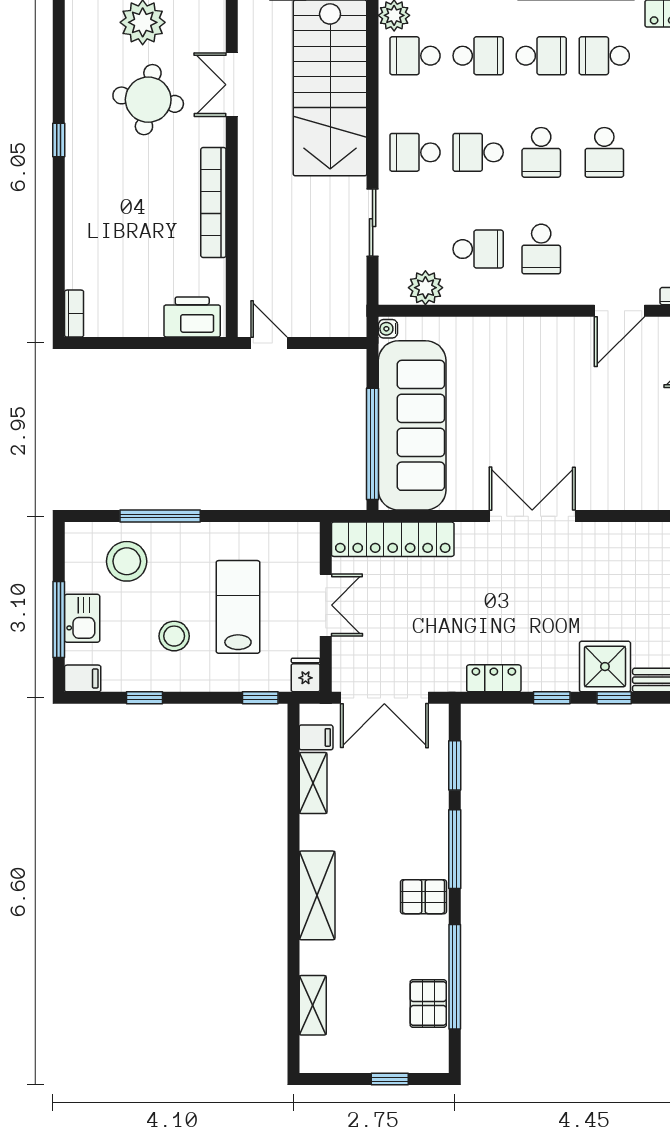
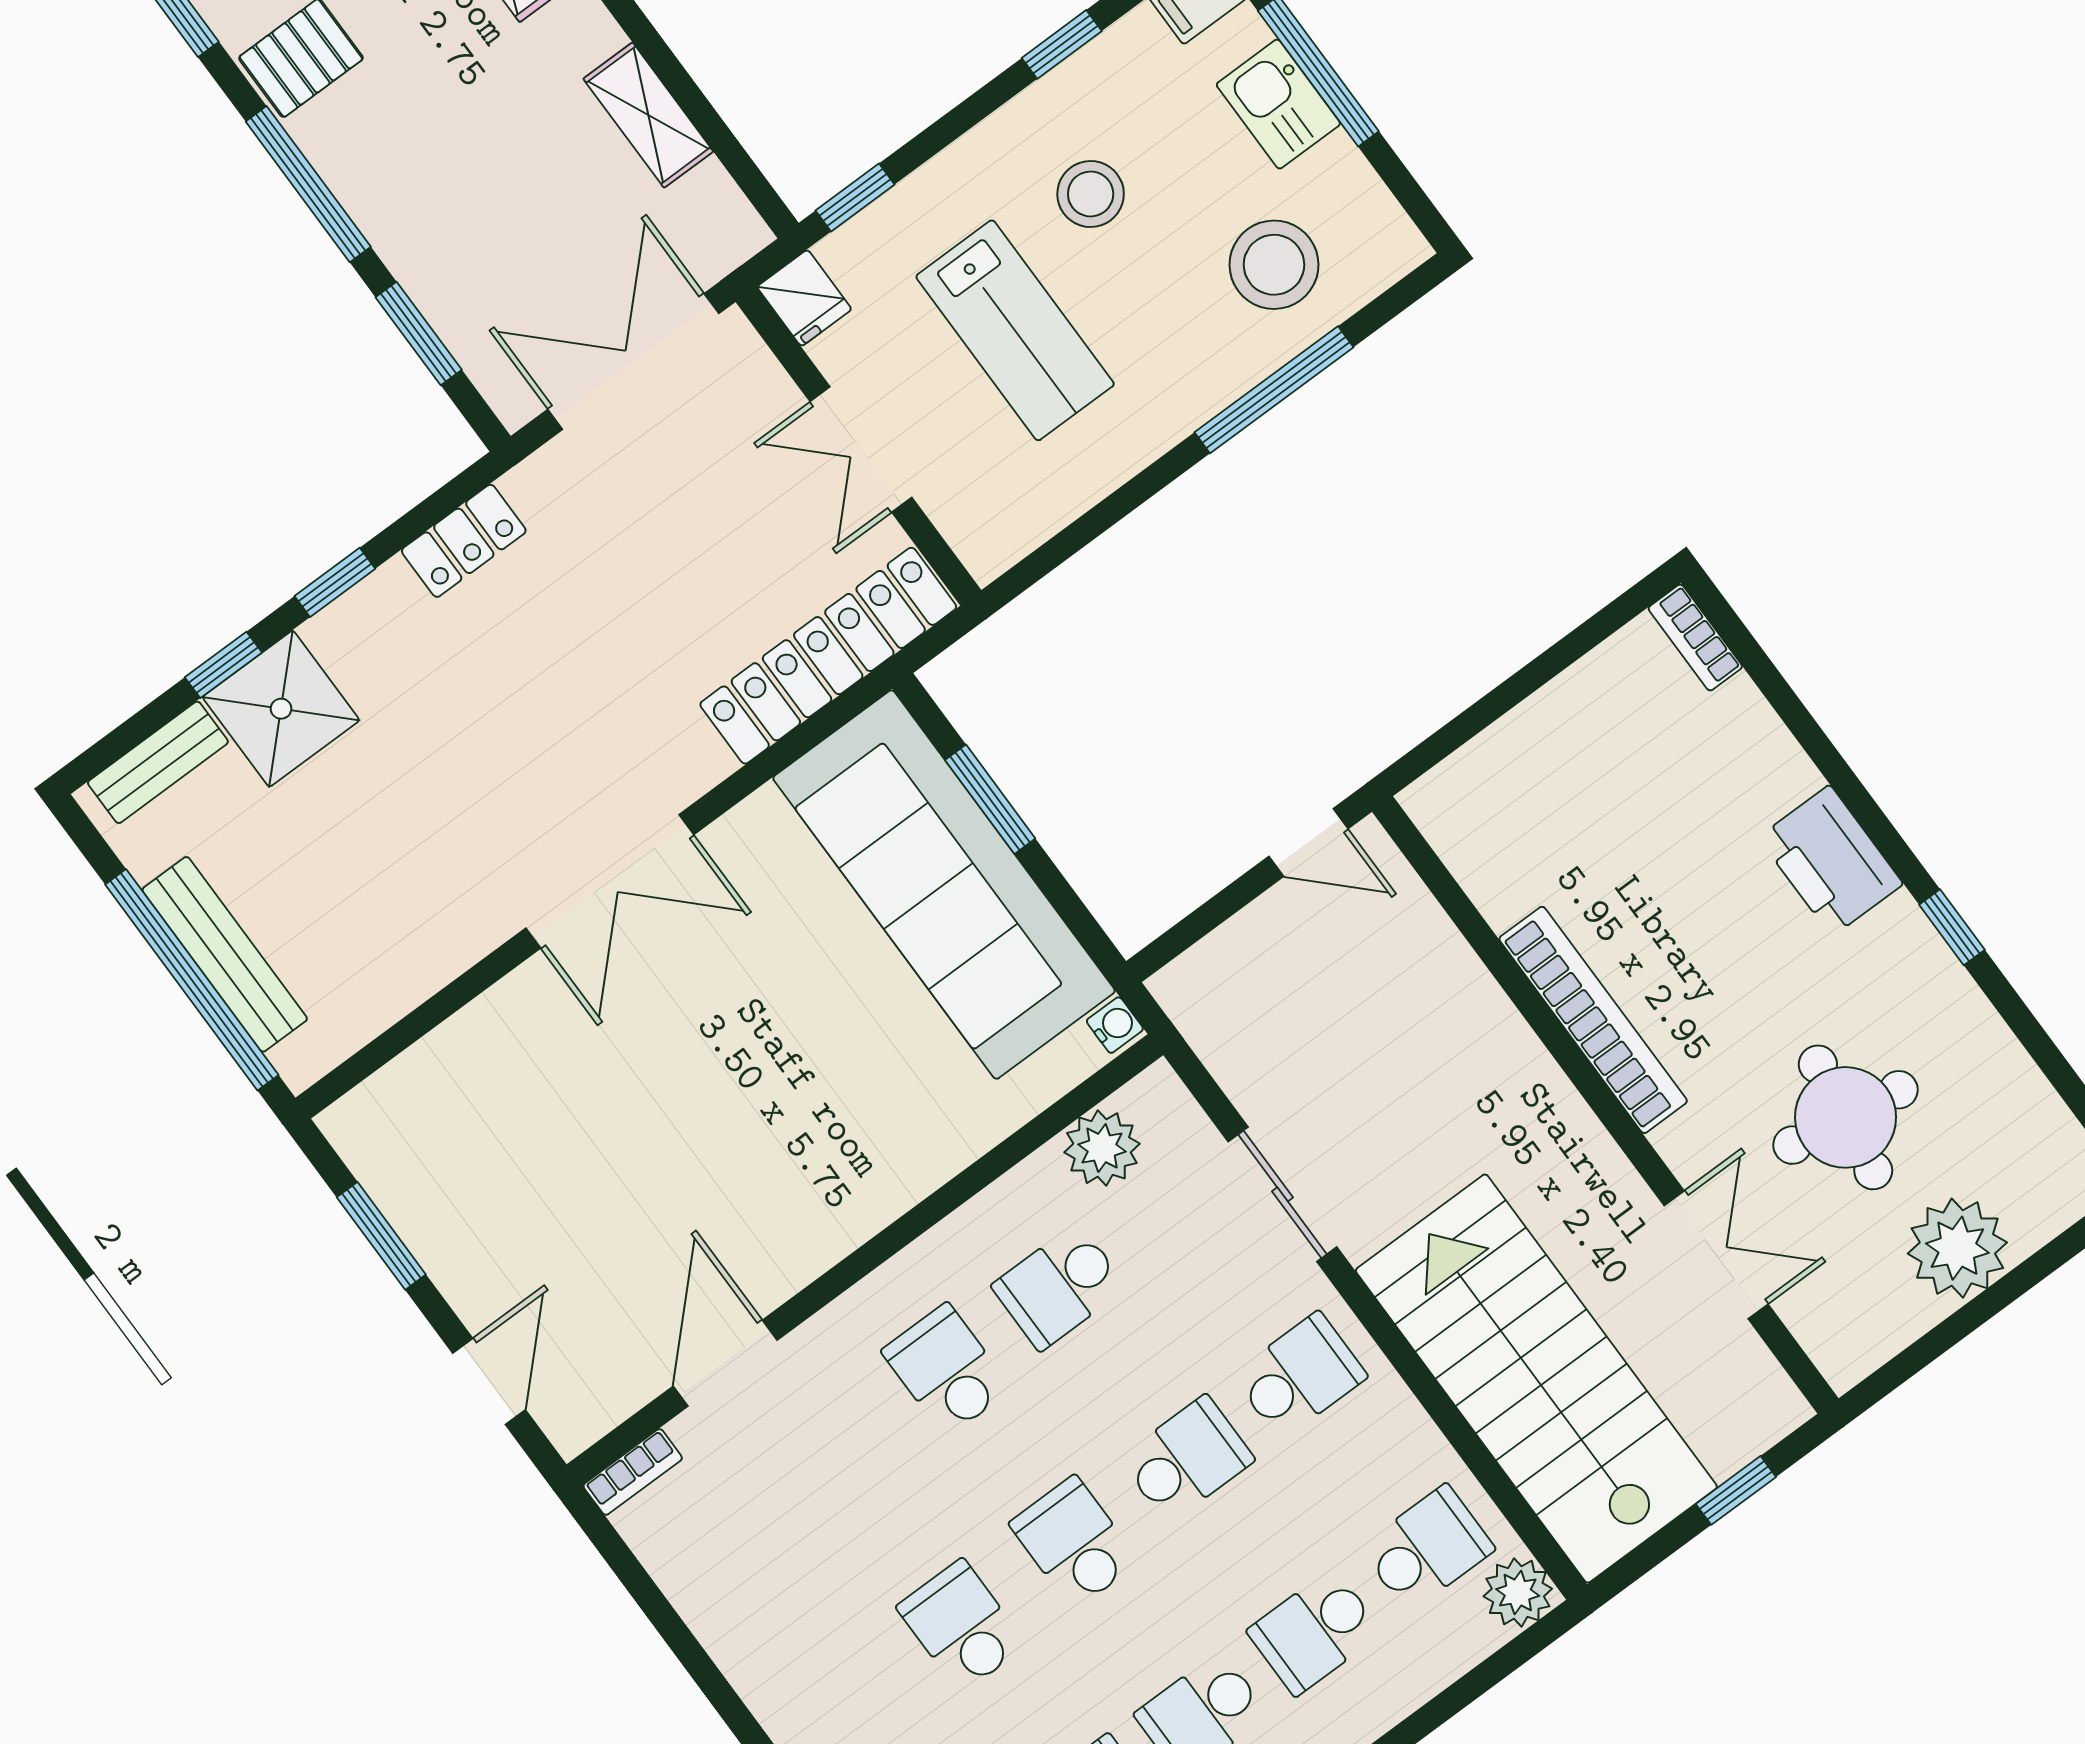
printer: (192, 317) -> (1831, 861), moved, turned 90
window: (373, 444) -> (990, 799), width x0.47
filing cabinet: (316, 737) -> (703, 200), removed

